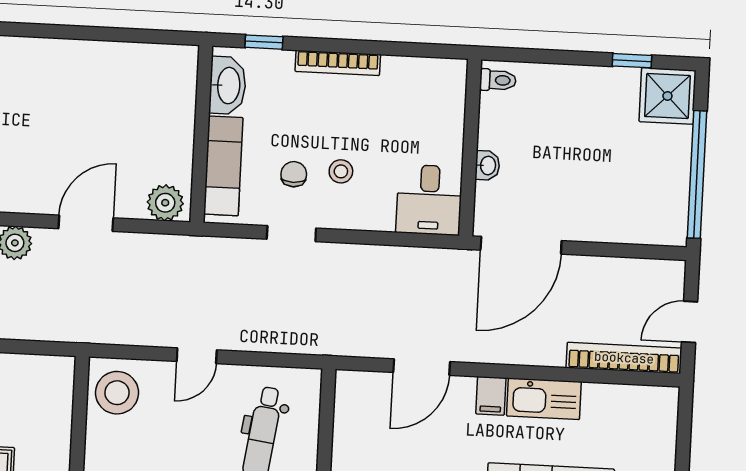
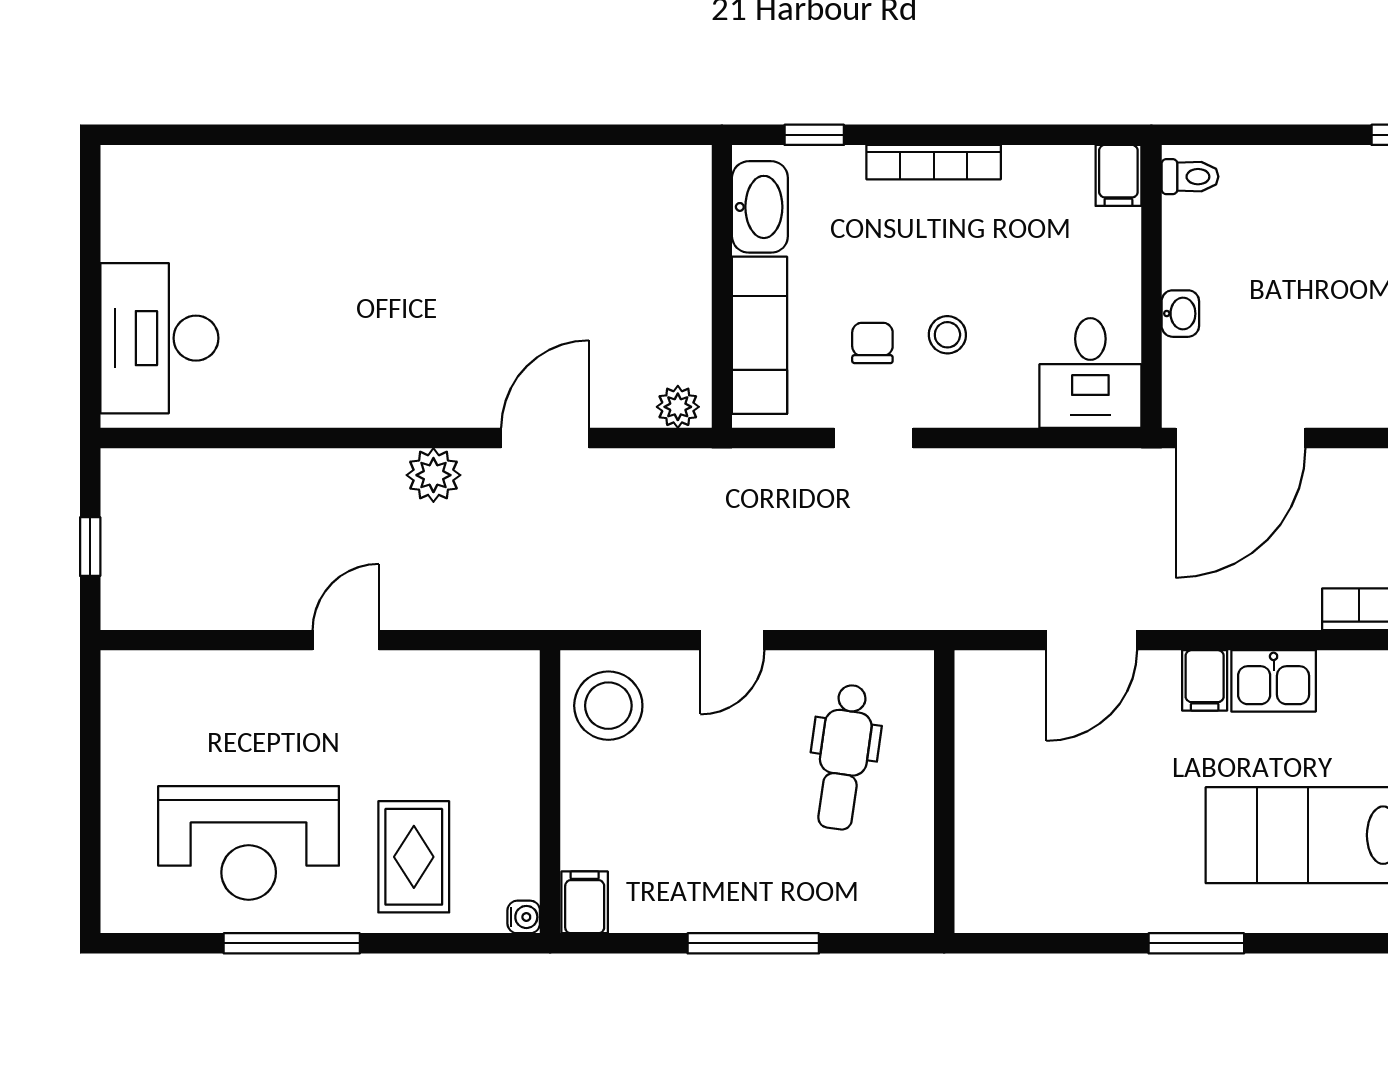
filing cabinet: (453, 77) -> (1118, 175), added
plant: (165, 203) -> (678, 407), width x0.73, depth x0.73
kitchen sink: (544, 399) -> (1274, 681), width x0.73

